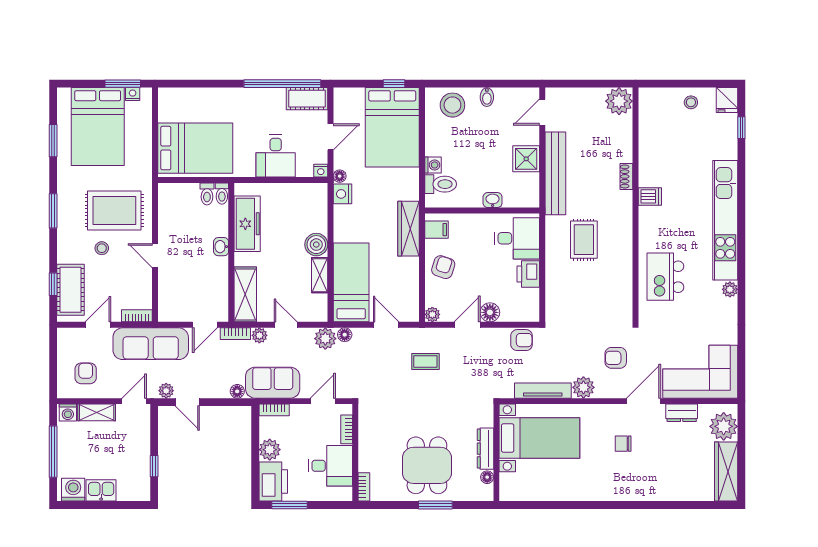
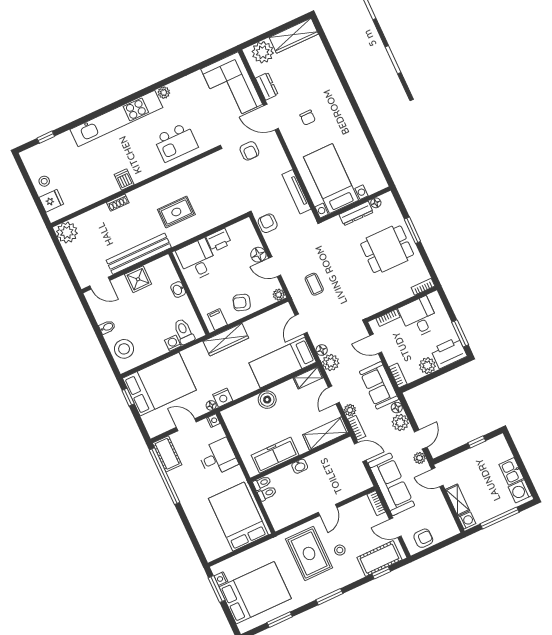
fridge: (727, 100) -> (51, 201), moved
shelving: (320, 275) -> (308, 378), moved
armchair: (86, 373) -> (423, 538), moved, turned 180
plant: (583, 387) -> (400, 423), moved

